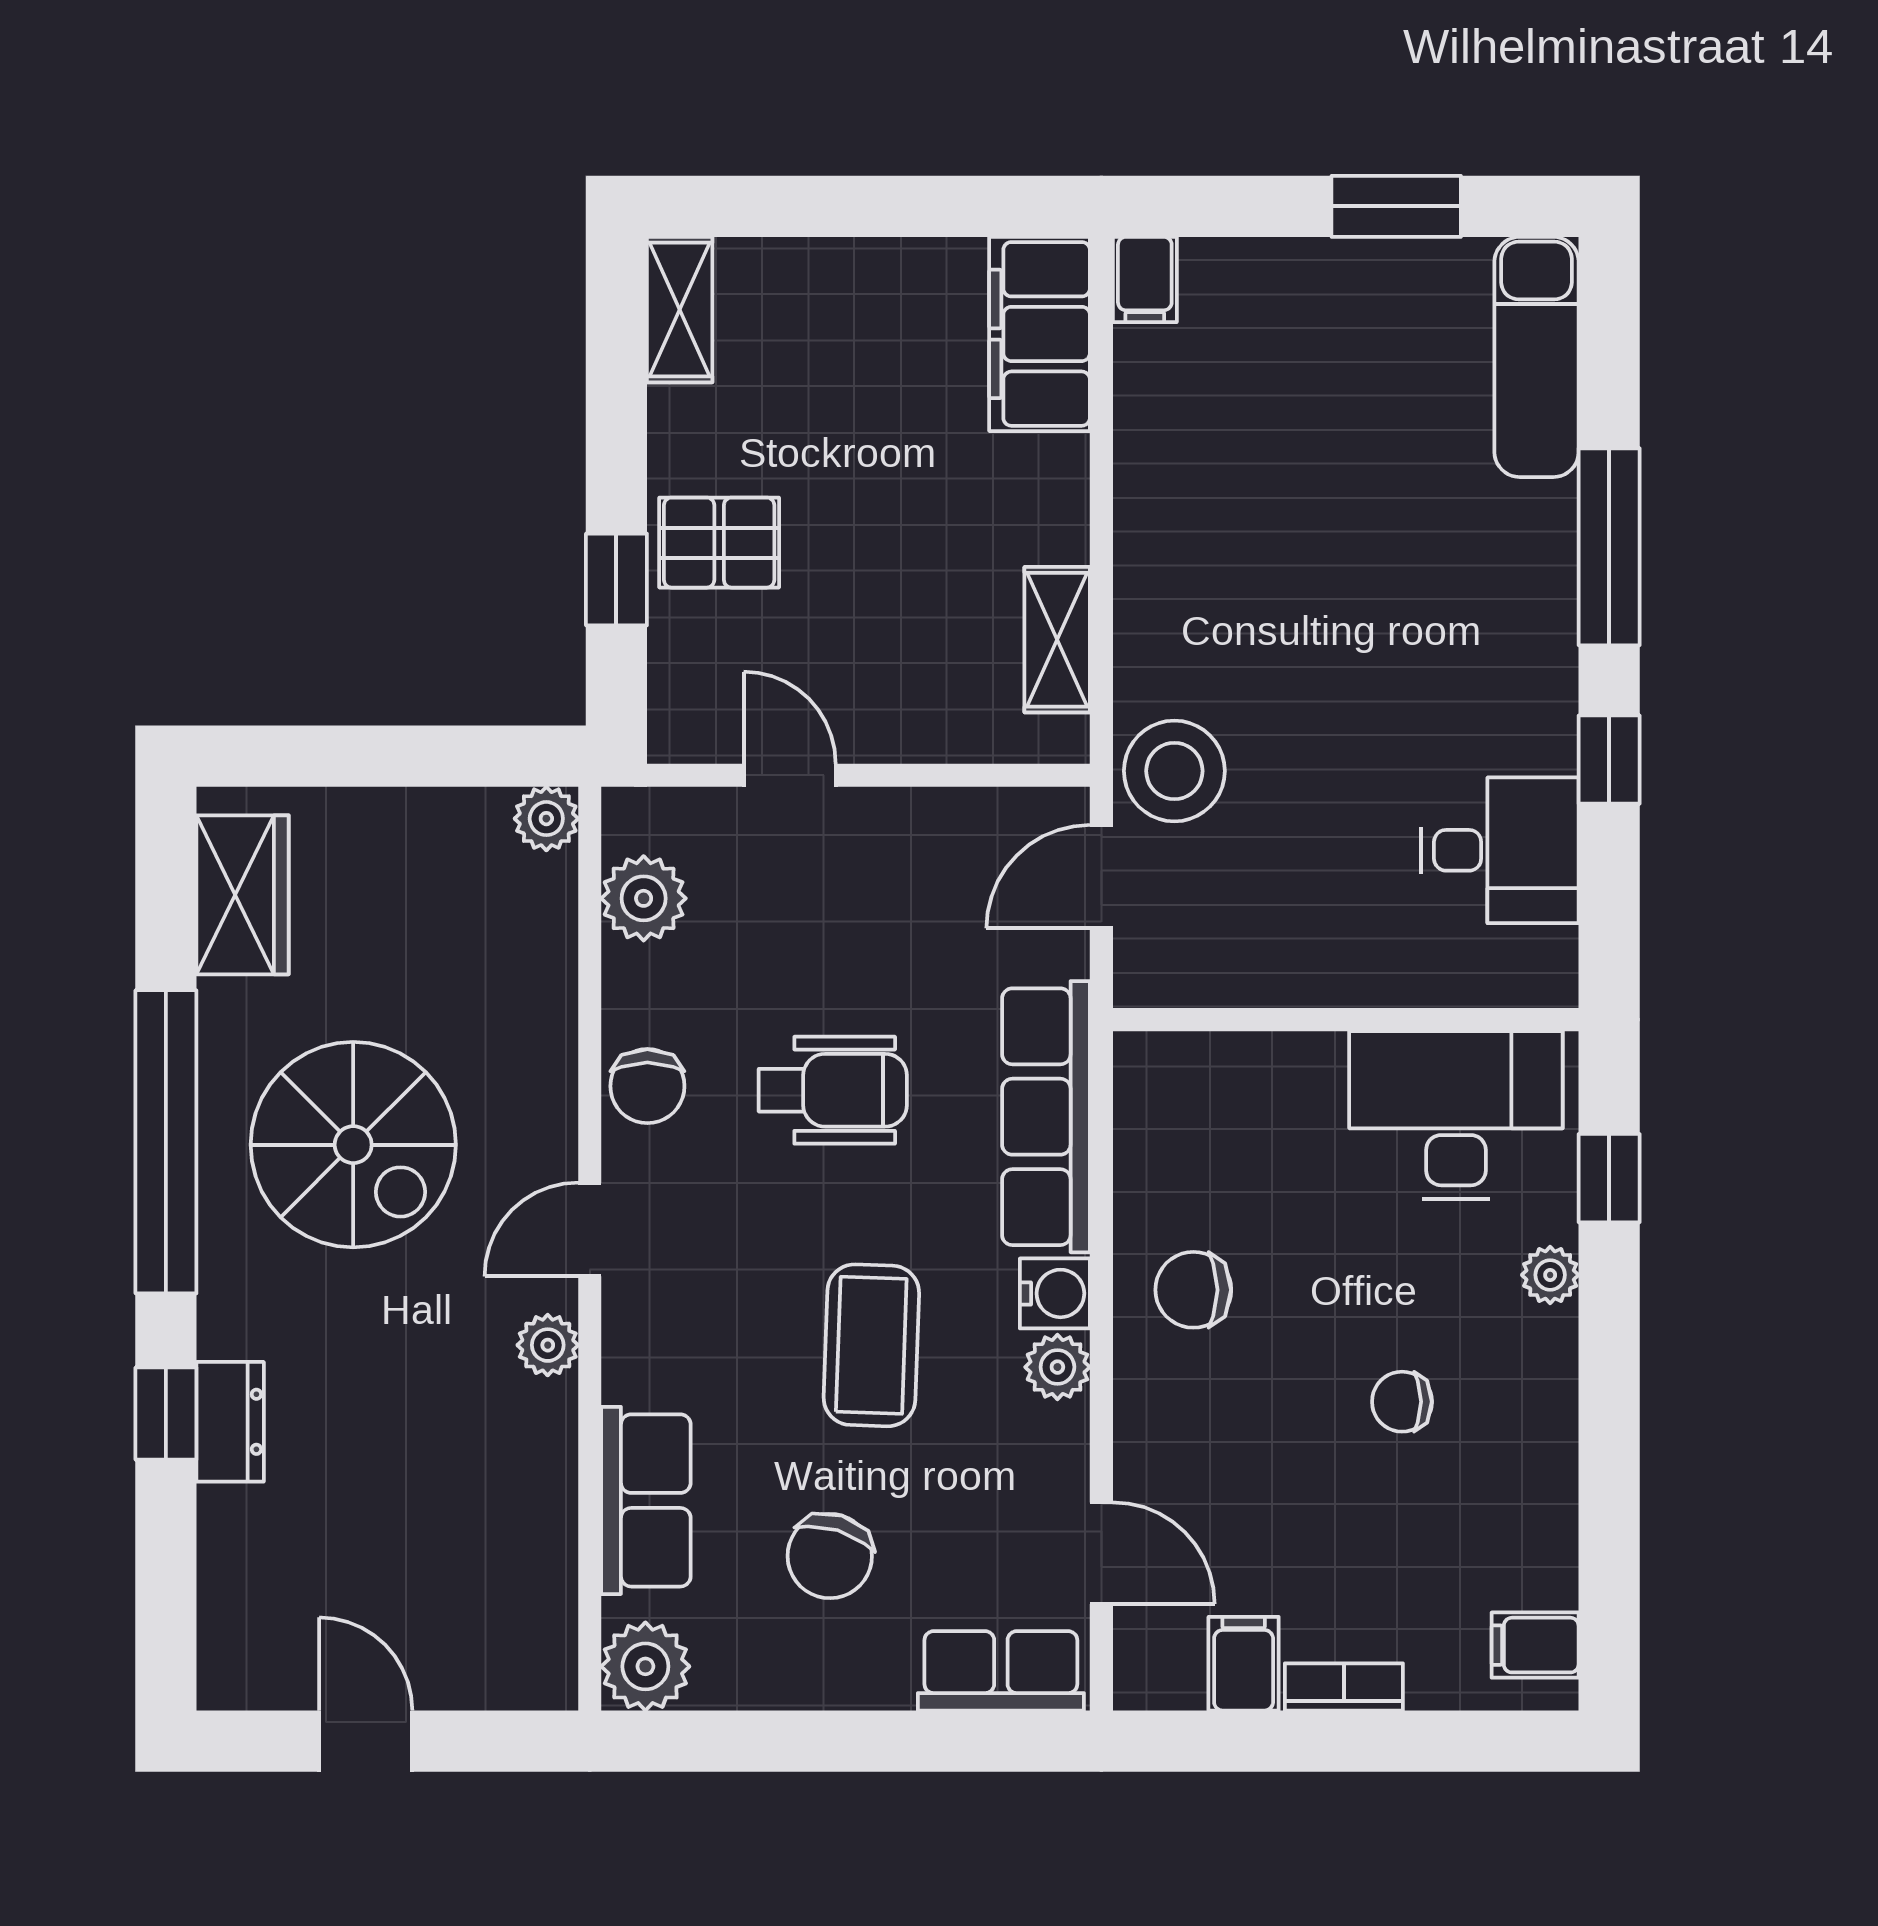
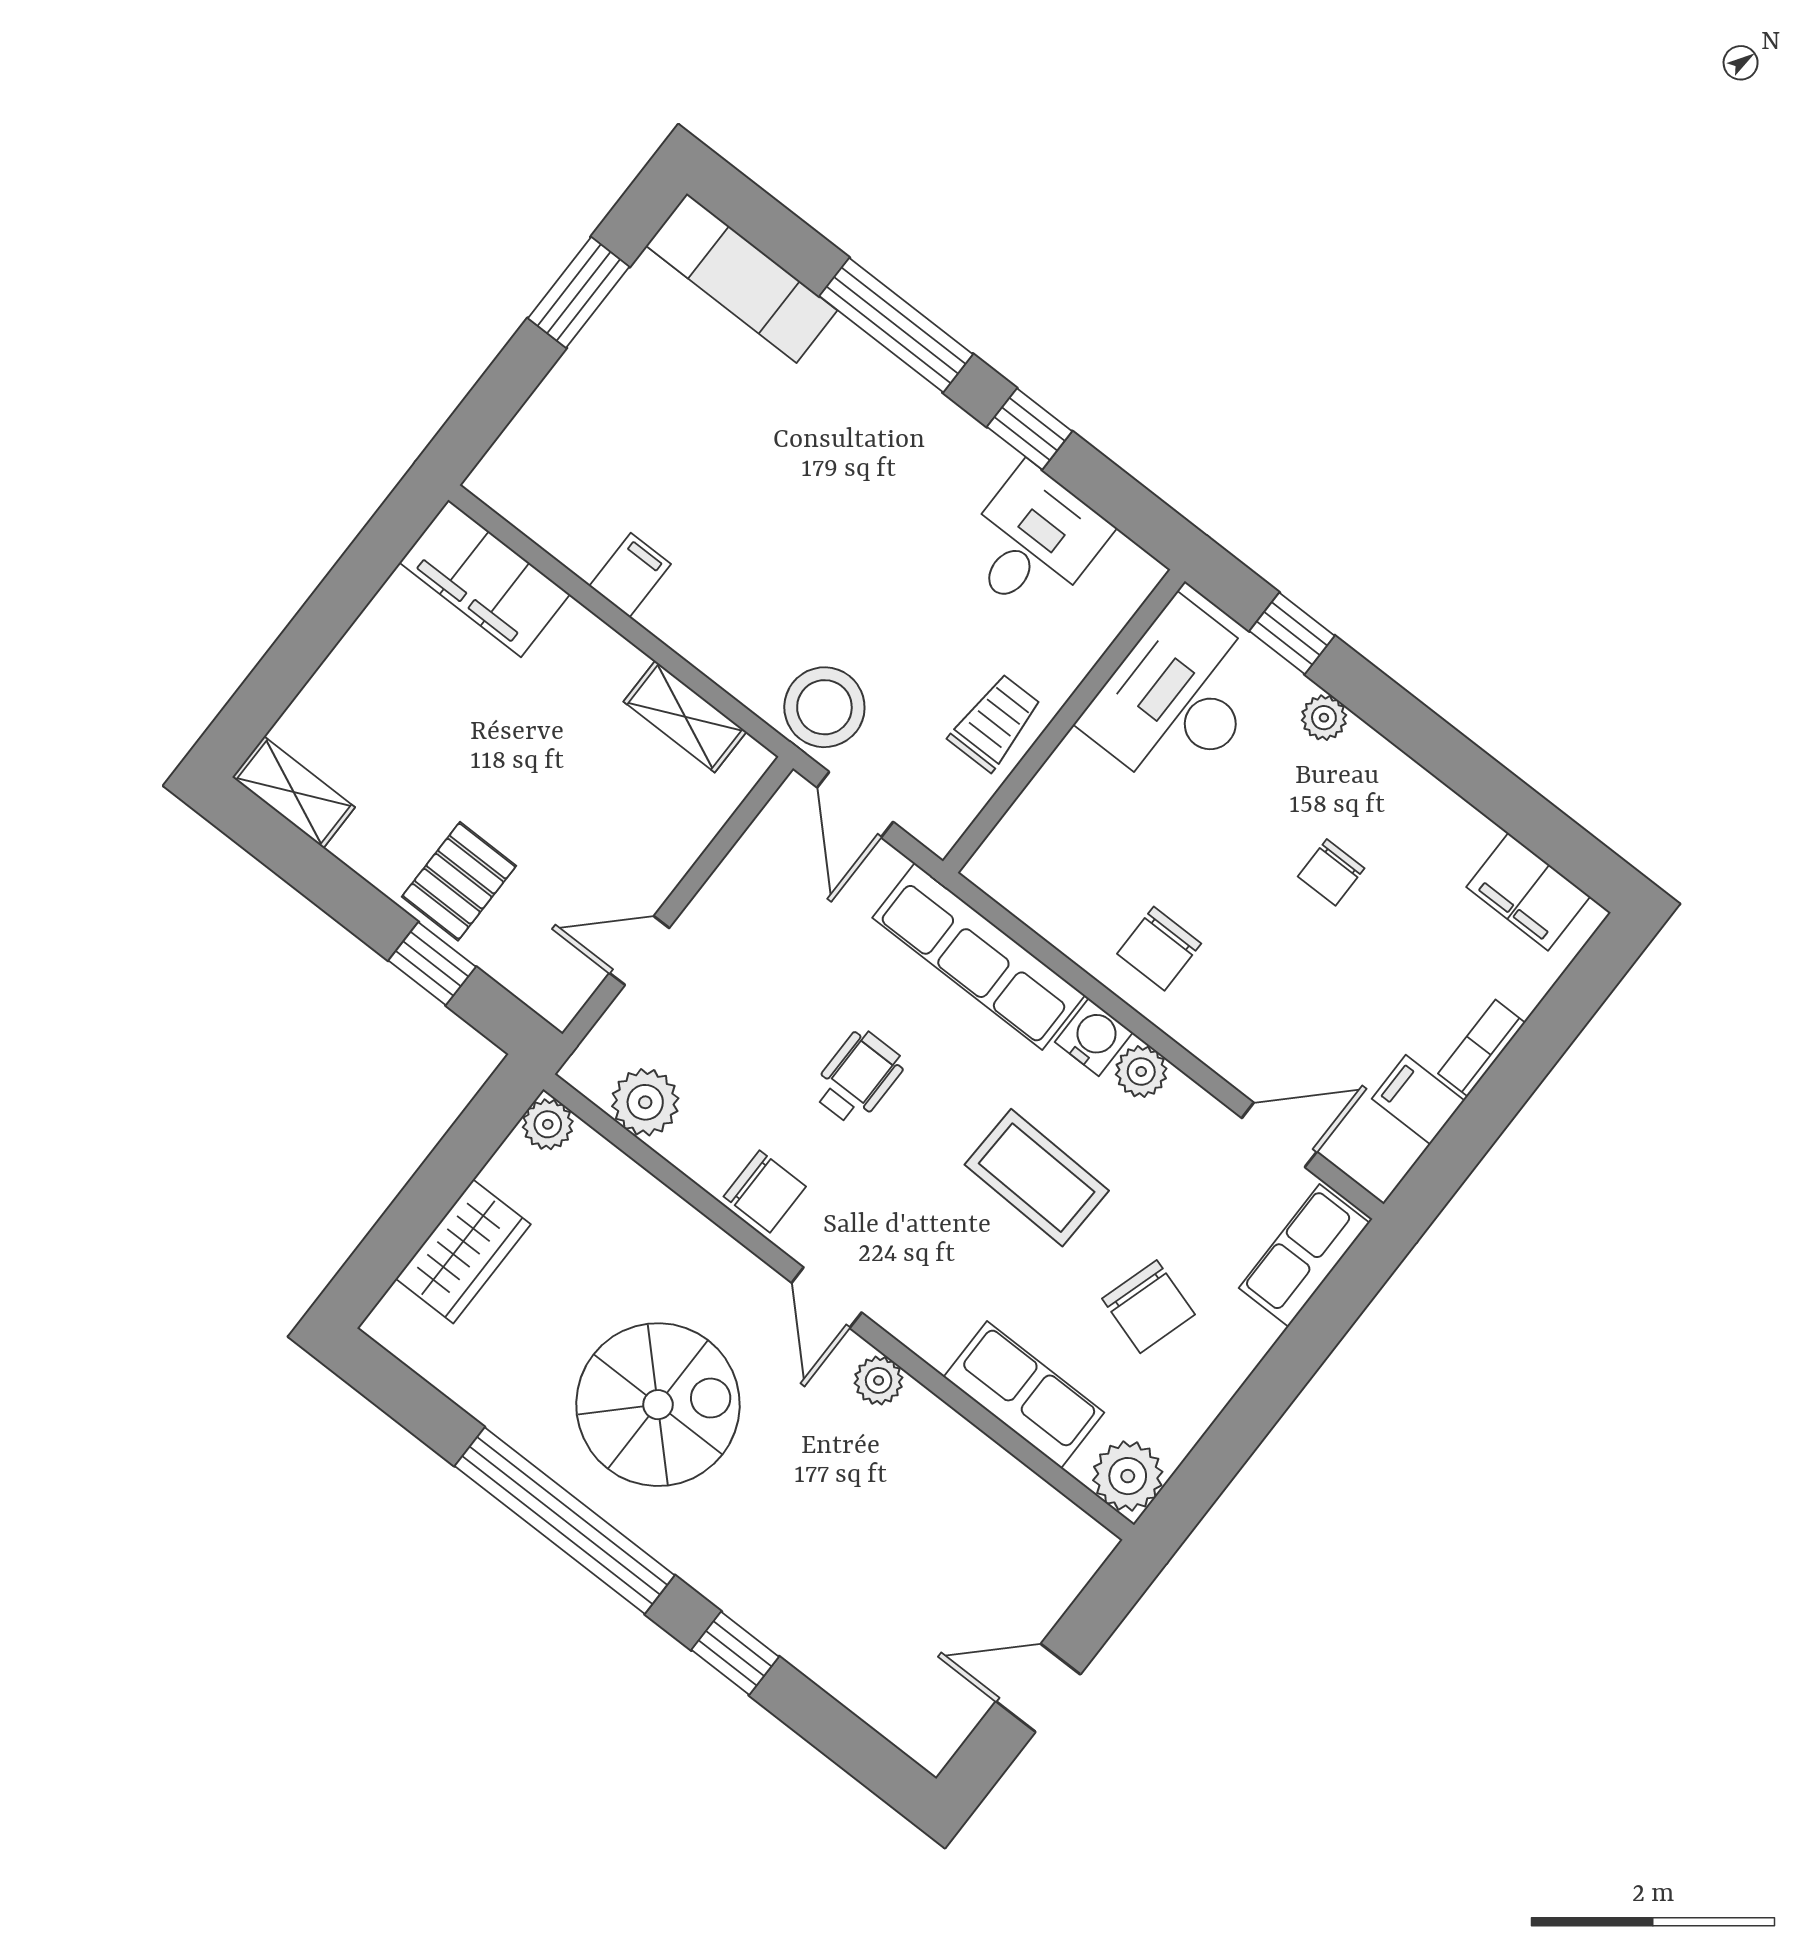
filing cabinet: (1145, 280) -> (630, 575), moved, turned -90
wardrobe: (243, 895) -> (463, 1251), moved, turned 90
trolley: (1291, 952) -> (995, 722), added
wheelchair: (833, 1090) -> (858, 1077), width x0.73, depth x0.73
dresser: (230, 1422) -> (772, 1617), removed
filing cabinet: (1535, 1645) -> (1528, 892), width x2.00

